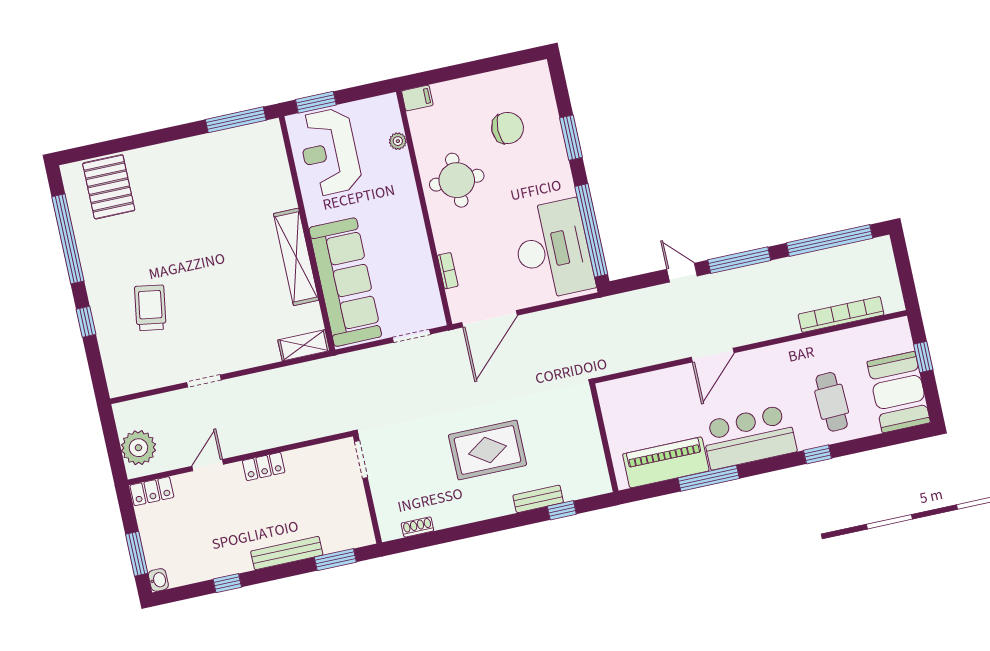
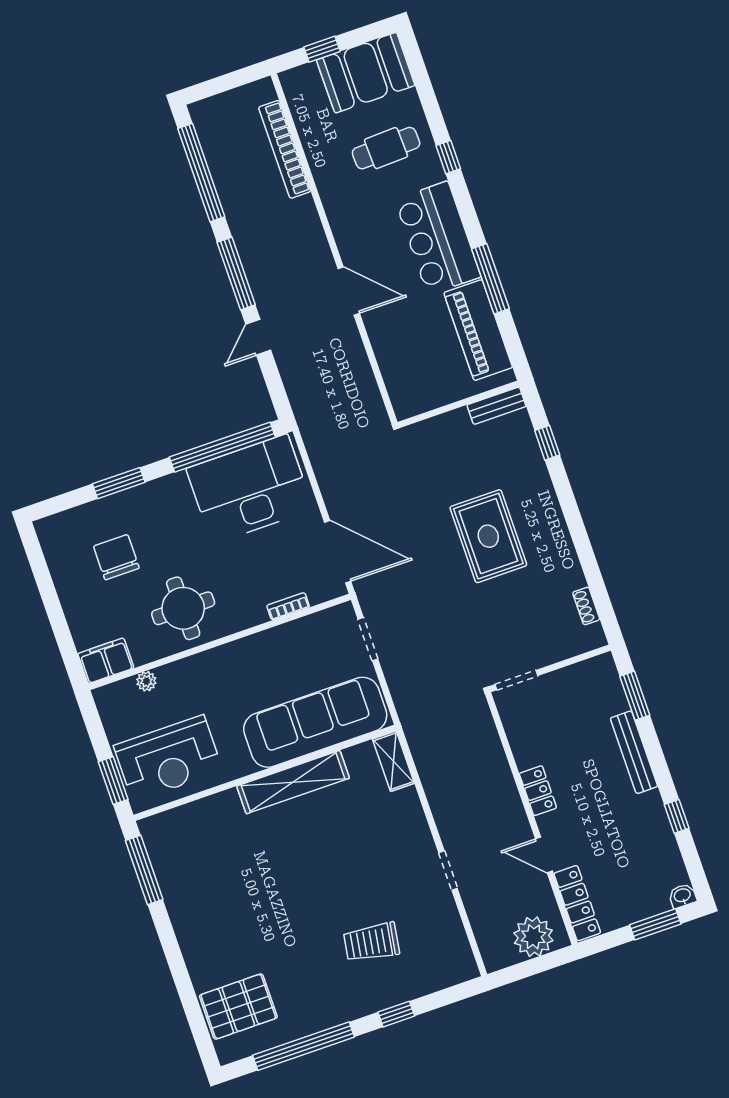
filing cabinet: (417, 98) -> (106, 661), width x2.00
locker: (152, 491) -> (577, 903), width x1.53
bench: (538, 499) -> (496, 406), moved, turned 90

